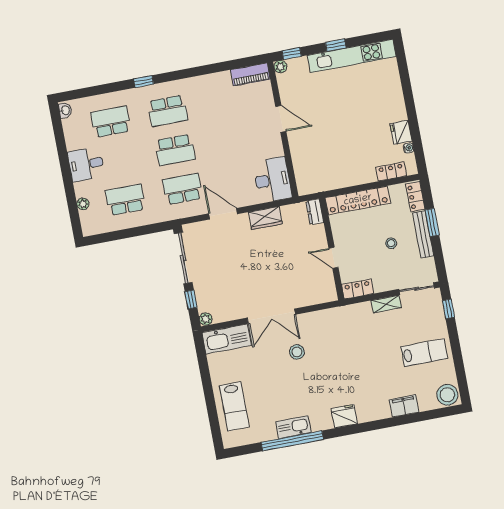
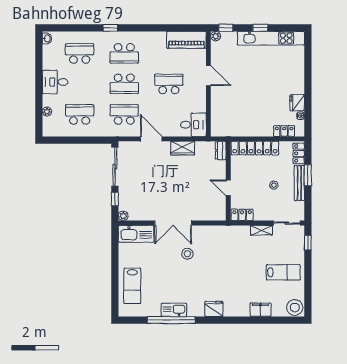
piano: (250, 75) -> (186, 40), width x1.37, depth x1.33
school desk: (232, 139) -> (169, 84), added
desk: (272, 180) -> (193, 125), width x0.73

